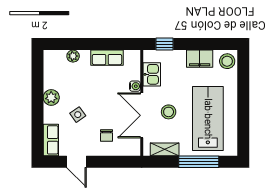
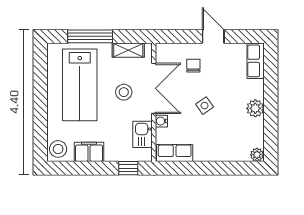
plant: (73, 56) -> (257, 155), moved
row of seats: (107, 58) -> (175, 153), moved
side table: (78, 115) -> (205, 106), moved
door: (76, 162) -> (213, 36), moved

